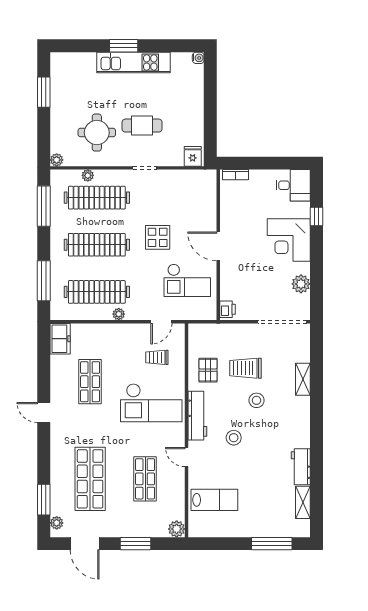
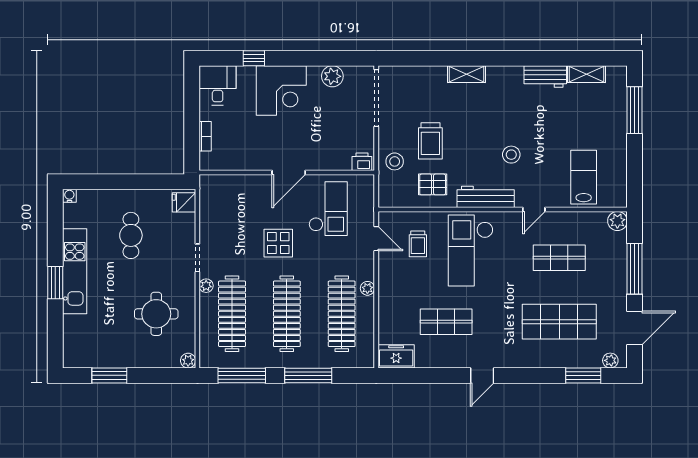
cafe table: (142, 126) -> (131, 235), moved
plant: (88, 175) -> (206, 286), moved
bookcase: (235, 175) -> (205, 136), moved
window: (44, 281) -> (308, 375), moved
shelving: (303, 379) -> (466, 74), moved
stool: (257, 400) -> (395, 161), moved
checkout: (151, 403) -> (471, 251), turned 180
window: (135, 544) -> (635, 269), width x1.44

